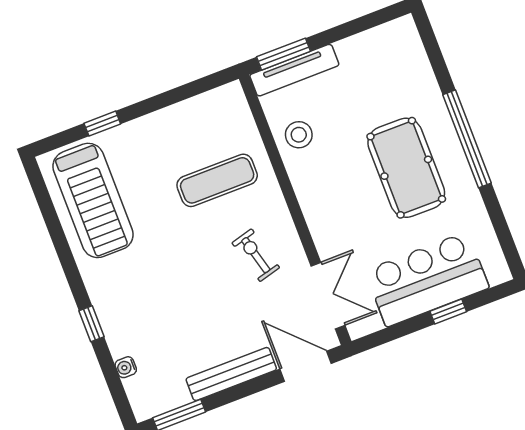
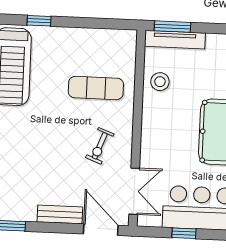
exercise bike: (256, 255) -> (100, 146), turned -144
window: (448, 311) -> (184, 233), moved
bench: (231, 374) -> (60, 214), width x0.73

